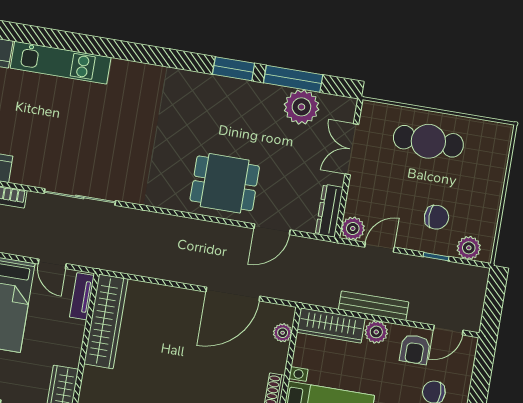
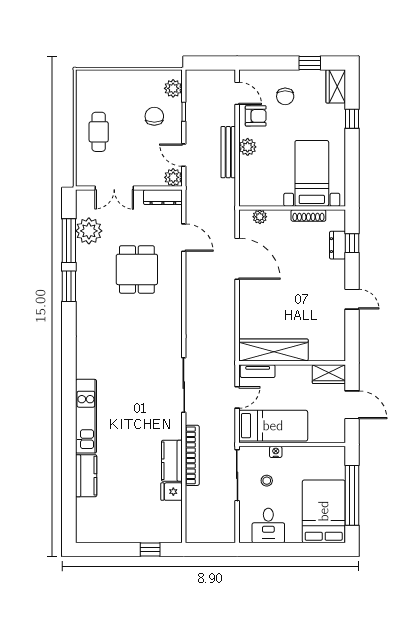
cafe table: (428, 141) -> (99, 132), width x0.73, depth x0.74
dining table: (225, 183) -> (137, 269), moved
wardrobe: (331, 325) -> (248, 182), removed

